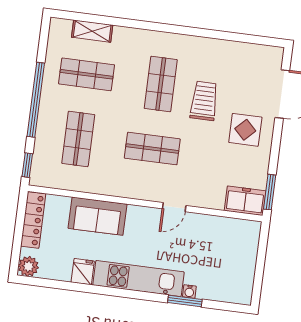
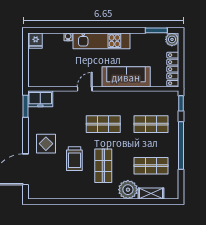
plant: (127, 42) -> (128, 190), added
shop shelf: (78, 139) -> (151, 124), turned 90
sofa: (98, 216) -> (126, 77), width x1.36
fridge: (83, 272) -> (36, 41), moved
window: (185, 301) -> (156, 30), moved

